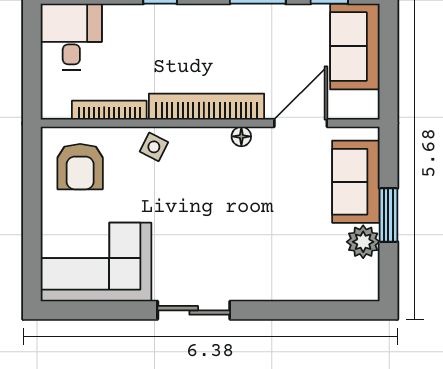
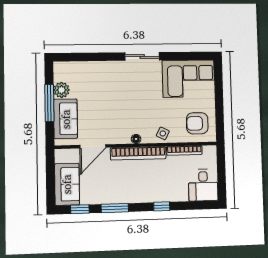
floor lamp: (241, 136) -> (136, 139), moved
armchair: (80, 167) -> (197, 123), turned -90
window: (388, 215) -> (49, 103), width x1.44

